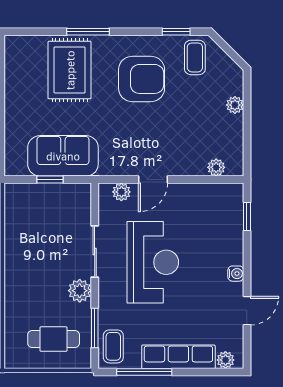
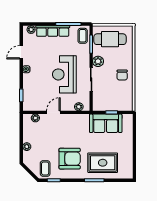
rug: (70, 70) -> (103, 163), turned 90
armchair: (142, 79) -> (70, 159), turned 180
door: (153, 179) -> (53, 112), moved
chair: (27, 261) -> (122, 75), added
cafe table: (54, 339) -> (110, 39), width x1.37, depth x1.35

